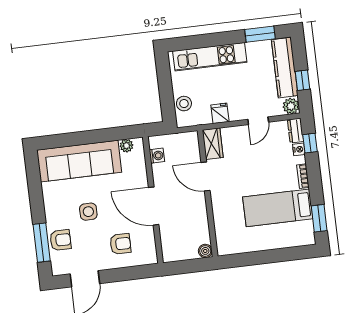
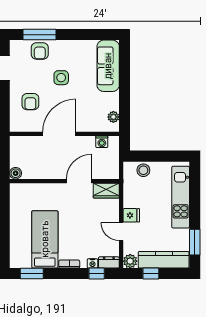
fridge: (220, 113) -> (131, 215), moved
sofa: (79, 161) -> (108, 66), width x0.74, depth x0.79

